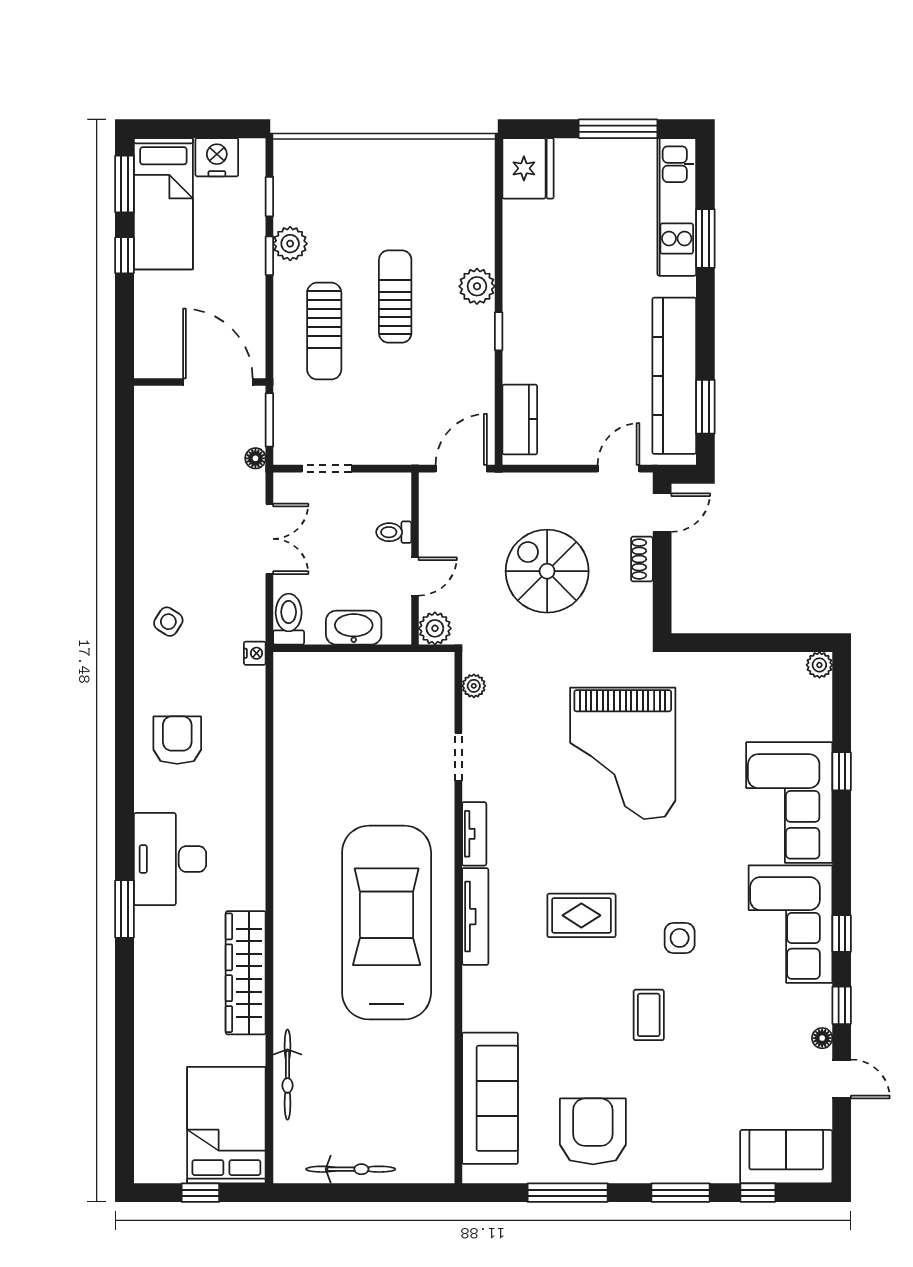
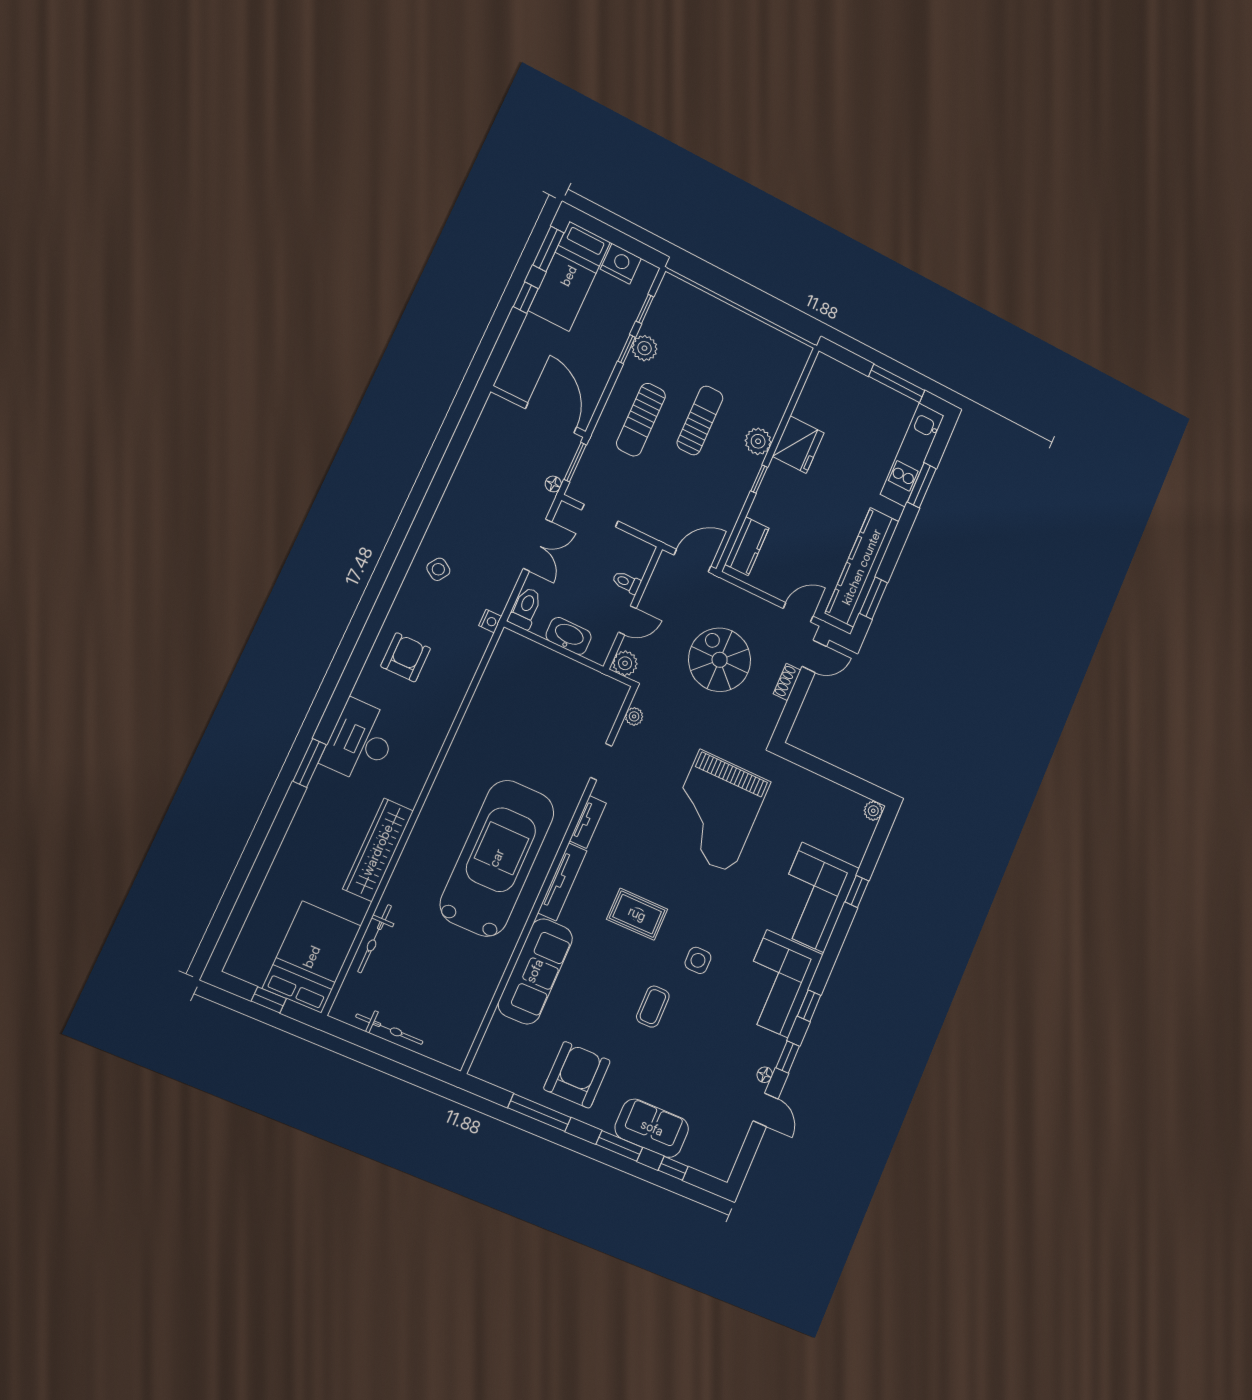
fridge: (528, 168) -> (798, 445), moved
sofa: (490, 1098) -> (535, 971), moved
sofa: (786, 1157) -> (652, 1128), moved

